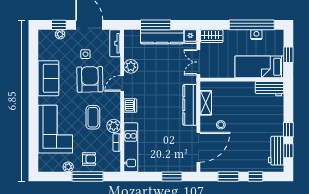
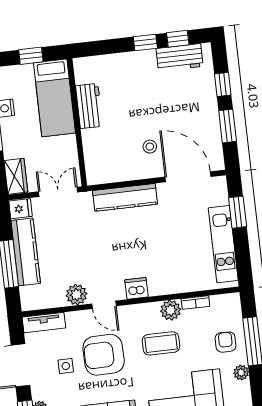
double door: (198, 62) -> (58, 192), swing flipped
workbench: (270, 89) -> (89, 106), moved
shelving: (206, 103) -> (119, 173), removed
kitchen unit: (131, 147) -> (223, 244), moved, turned -90

